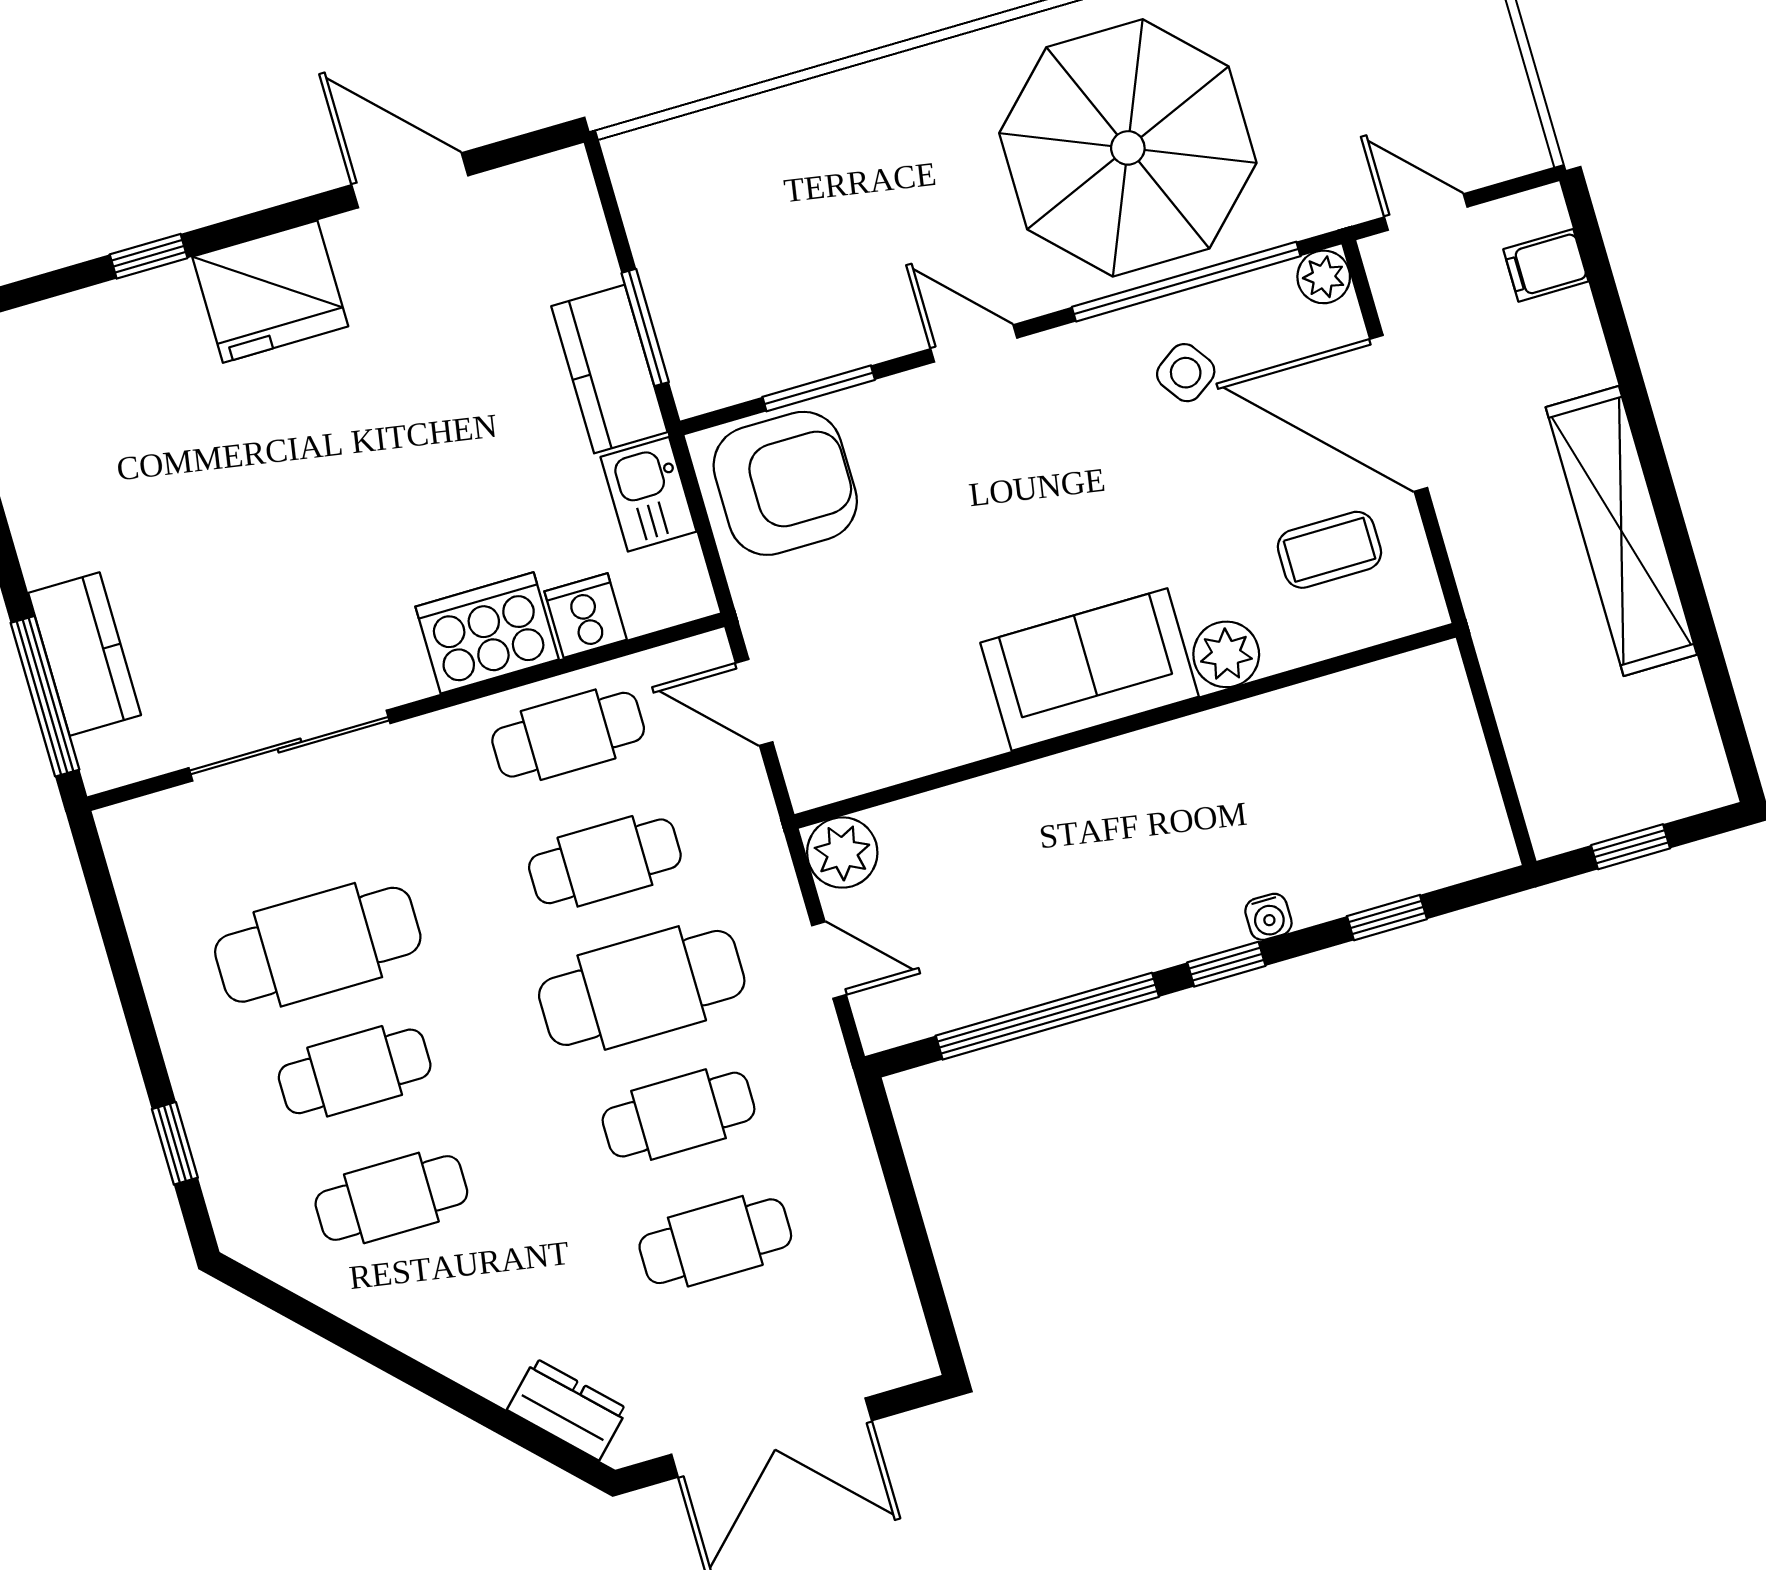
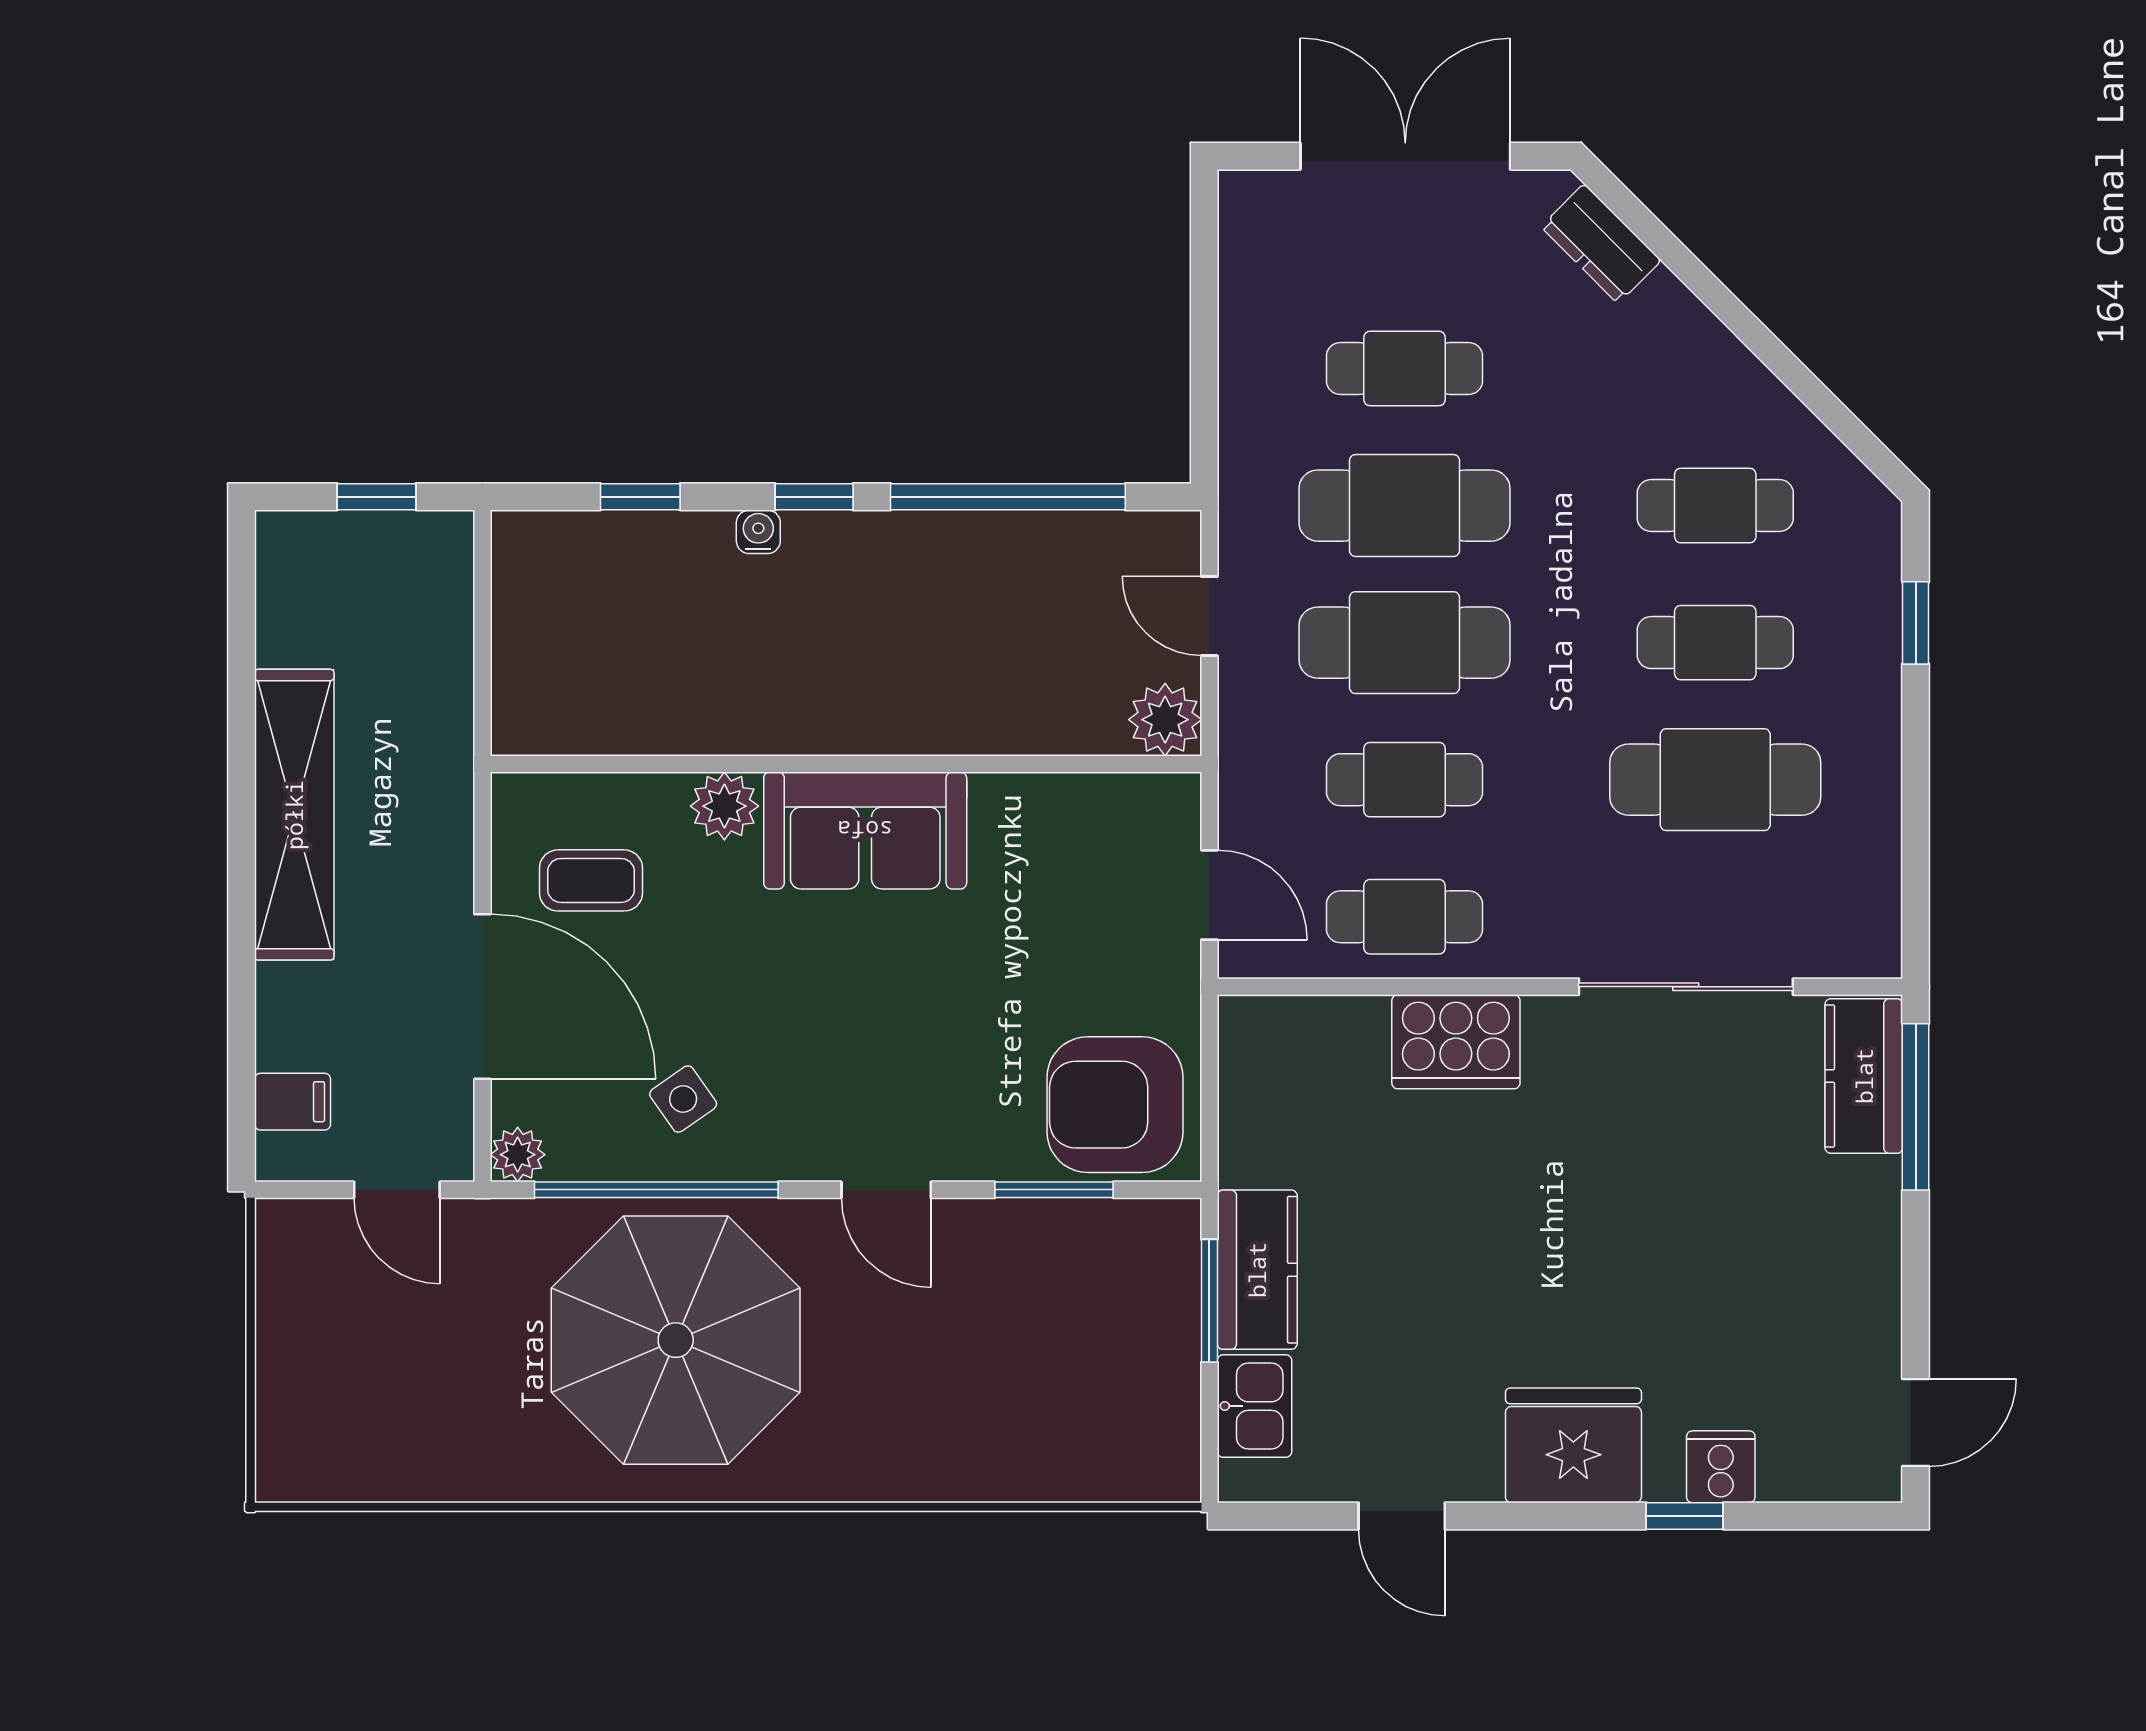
door: (410, 180) -> (1402, 1516), width x0.73
kitchen sink: (649, 494) -> (1255, 1406), moved
cooker: (586, 615) -> (1721, 1467), moved, turned 180
kitchen counter: (85, 654) -> (1864, 1076), moved
cafe table: (679, 1115) -> (1404, 506), width x1.37, depth x1.35

